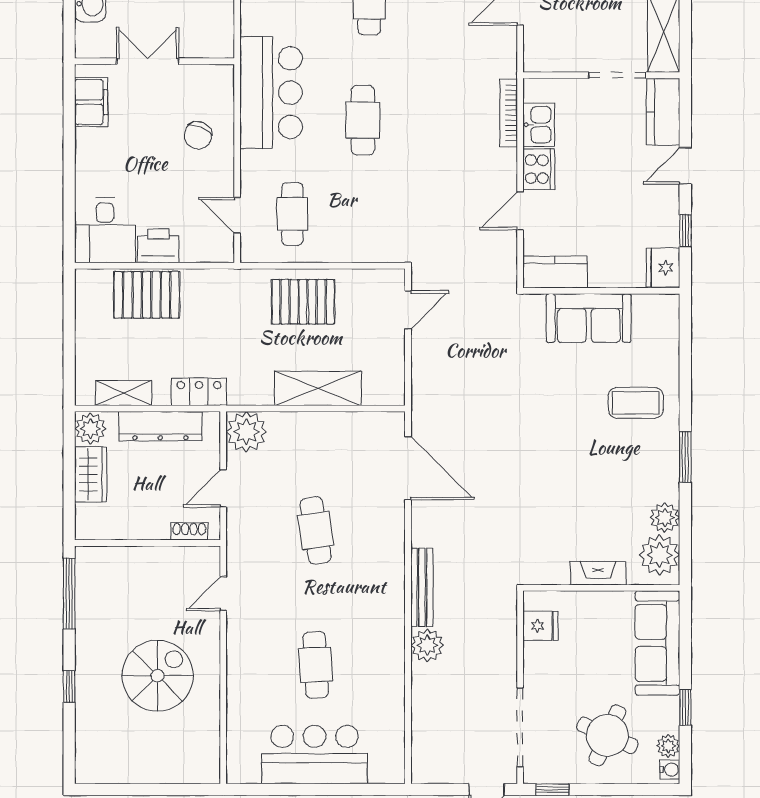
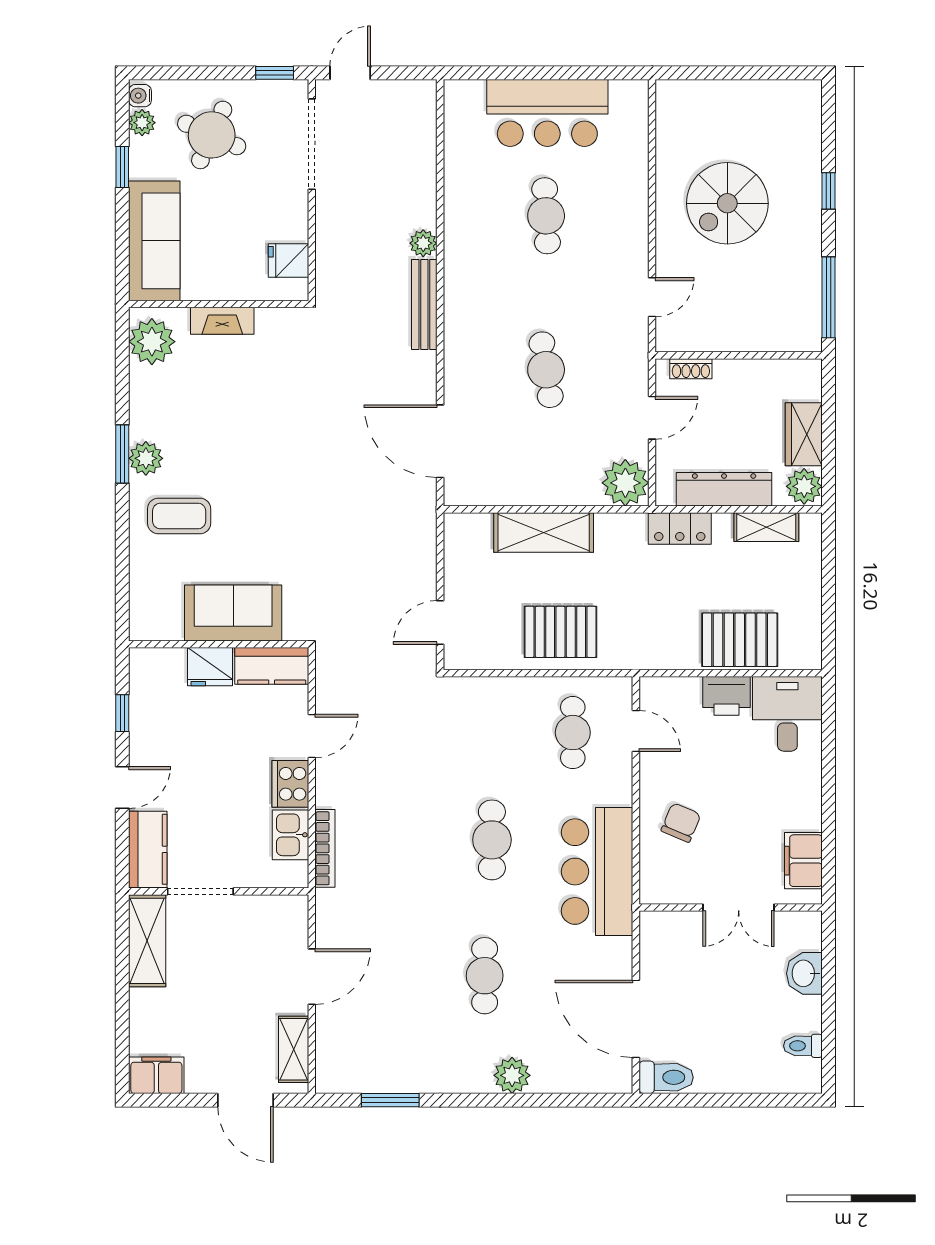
fridge: (663, 268) -> (210, 667), moved, turned 90
plant: (665, 518) -> (146, 458), moved
plant: (427, 645) -> (423, 243), width x0.73, depth x0.73

